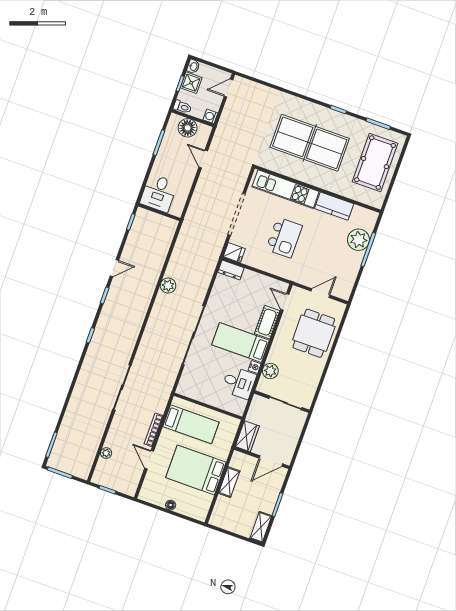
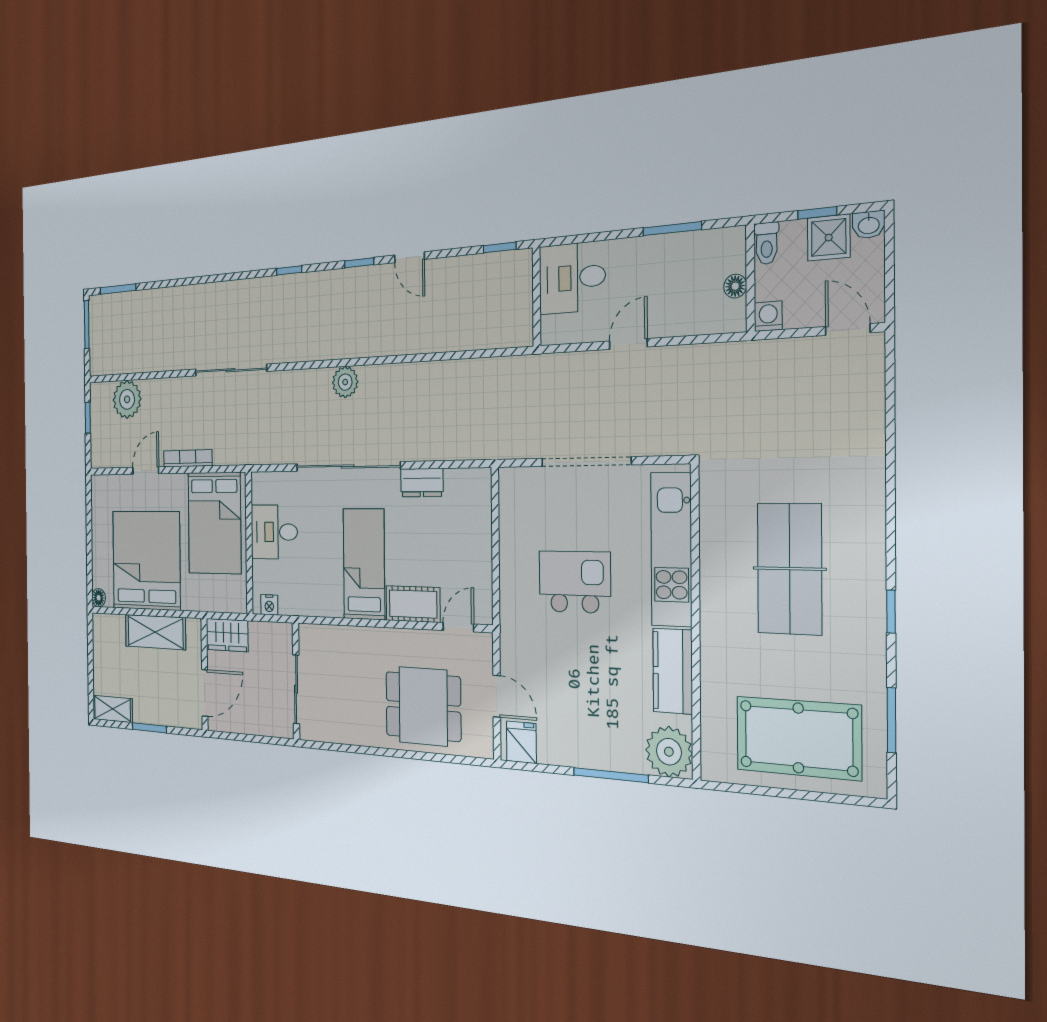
floor lamp: (188, 128) -> (735, 286), width x0.53, depth x0.53
table tennis table: (310, 143) -> (789, 569), width x0.73, depth x0.76
door: (203, 159) -> (628, 344), moved
kitchen island: (284, 238) -> (575, 582), turned 180
plant: (359, 240) -> (669, 752), moved
fridge: (234, 253) -> (521, 742), moved, turned 180
dresser: (231, 270) -> (422, 483), moved, turned -90
plant: (168, 285) -> (345, 382), moved
nightstand: (255, 367) -> (269, 605), moved
plant: (270, 371) -> (336, 641), removed
desk: (239, 383) -> (274, 532), moved, turned 90
bed: (191, 424) -> (214, 523), width x1.50
plant: (106, 453) -> (127, 399), width x1.88, depth x1.88
door: (271, 461) -> (205, 693), swing flipped
bed: (196, 470) -> (146, 560), width x1.36
shelving: (229, 482) -> (155, 632), width x1.50, depth x1.33
floor lamp: (171, 505) -> (99, 598), moved

